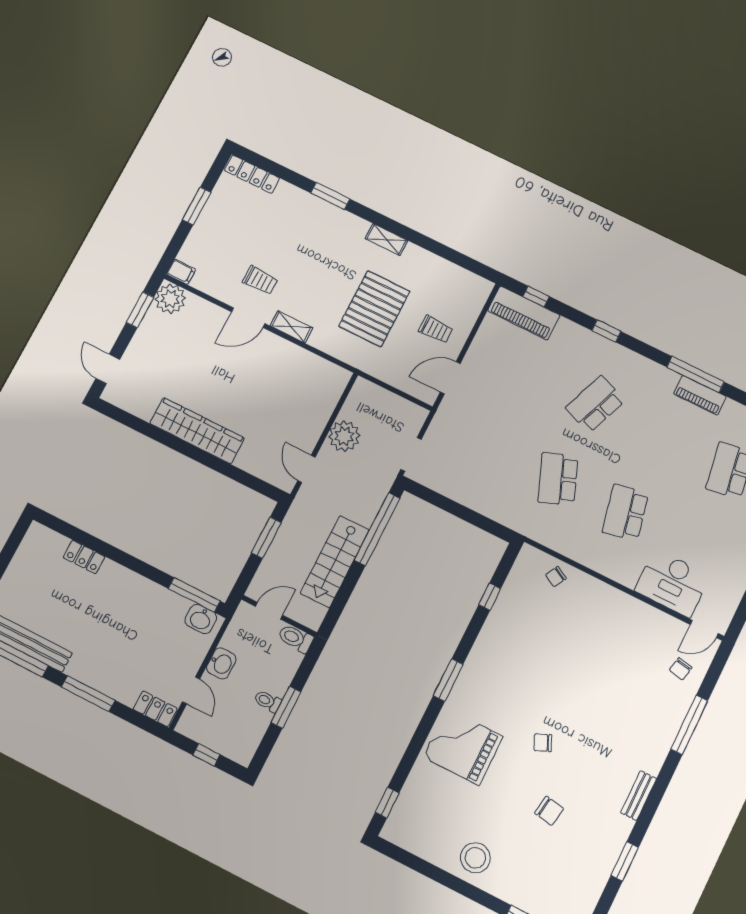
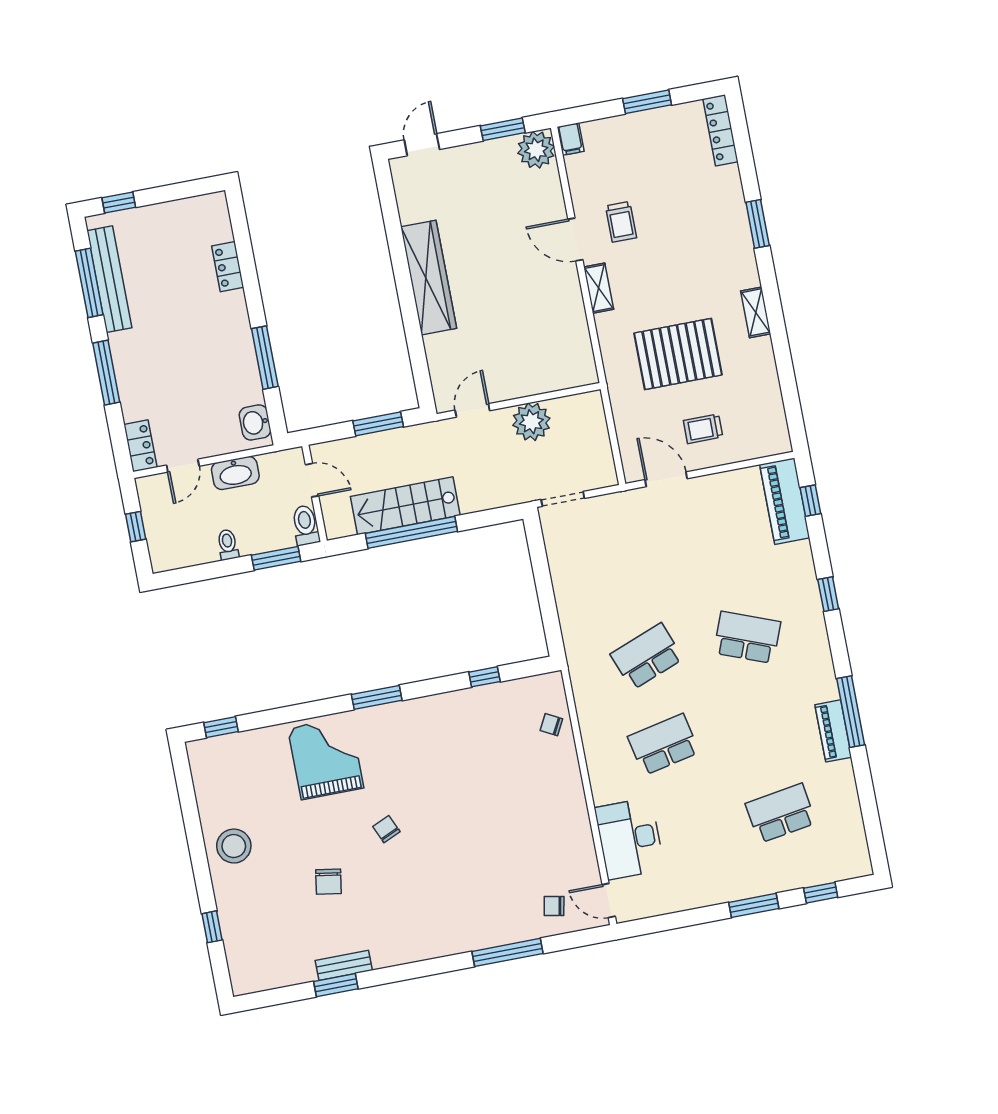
trolley: (436, 329) -> (703, 429), turned 90
window: (377, 529) -> (411, 532), moved
window: (194, 595) -> (265, 358), moved
washbasin: (221, 663) -> (235, 473), width x1.38
window: (286, 707) -> (276, 558), moved
bench: (639, 796) -> (344, 965), moved

